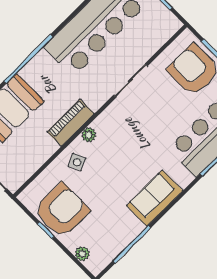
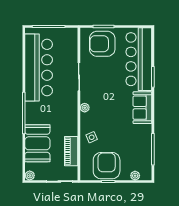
piano: (71, 123) -> (71, 151), moved
plant: (89, 135) -> (85, 108), moved
sofa: (155, 198) -> (142, 108), moved

